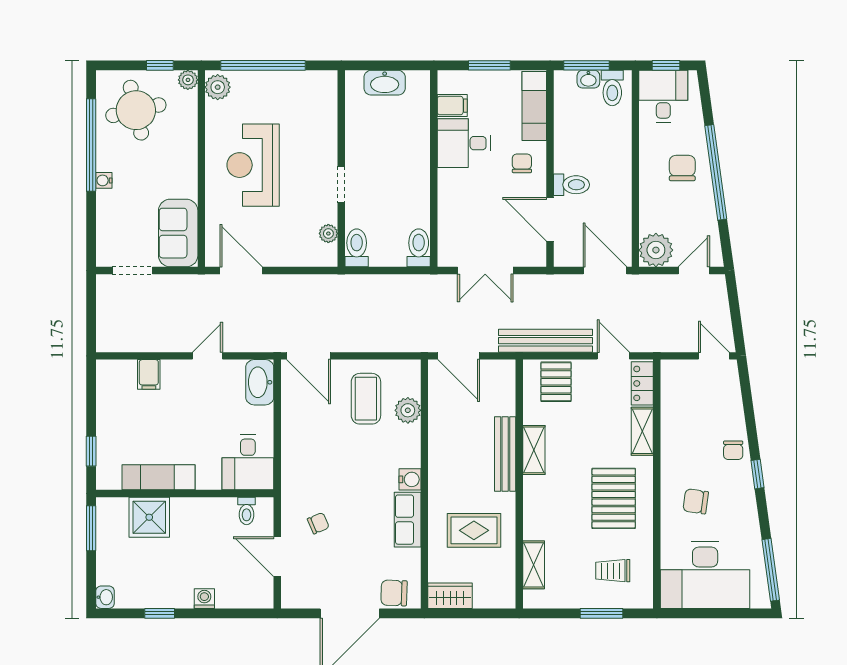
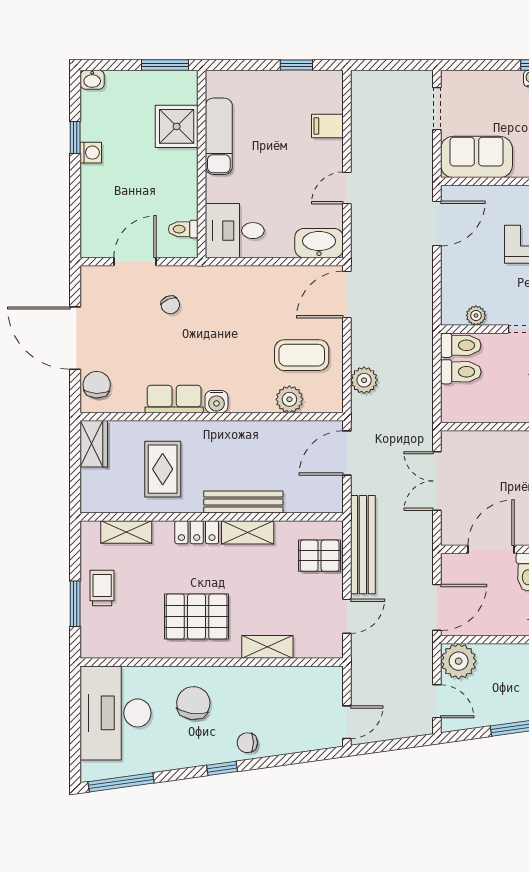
toilet: (419, 248) -> (461, 372), moved
plant: (390, 340) -> (364, 380), added
door: (208, 356) -> (347, 188), swing flipped
locker: (642, 383) -> (197, 532), moved, turned 180
window: (91, 451) -> (296, 65), moved
chair: (696, 501) -> (193, 703), width x1.37, depth x1.37
trolley: (613, 571) -> (102, 588), moved
washing machine: (204, 599) -> (91, 153), moved

